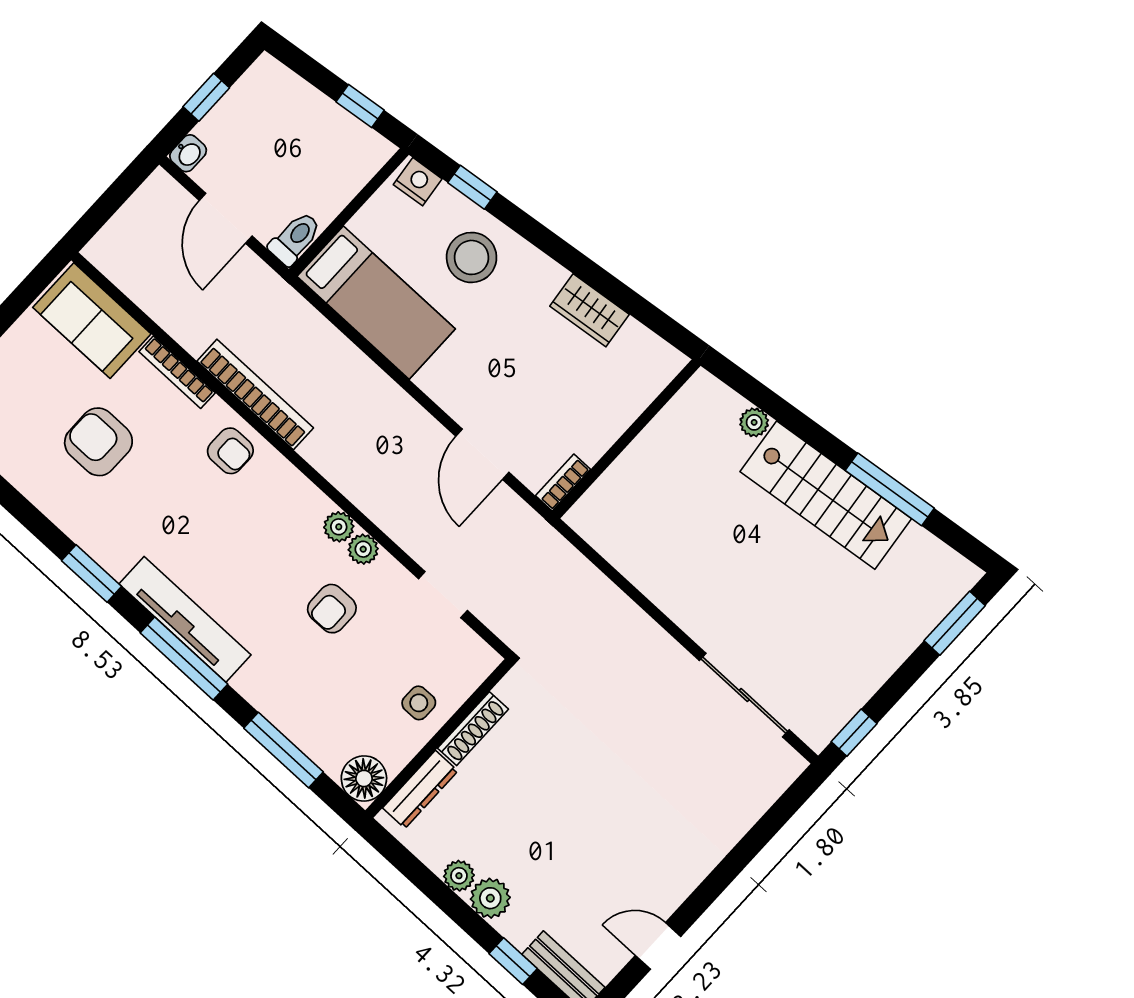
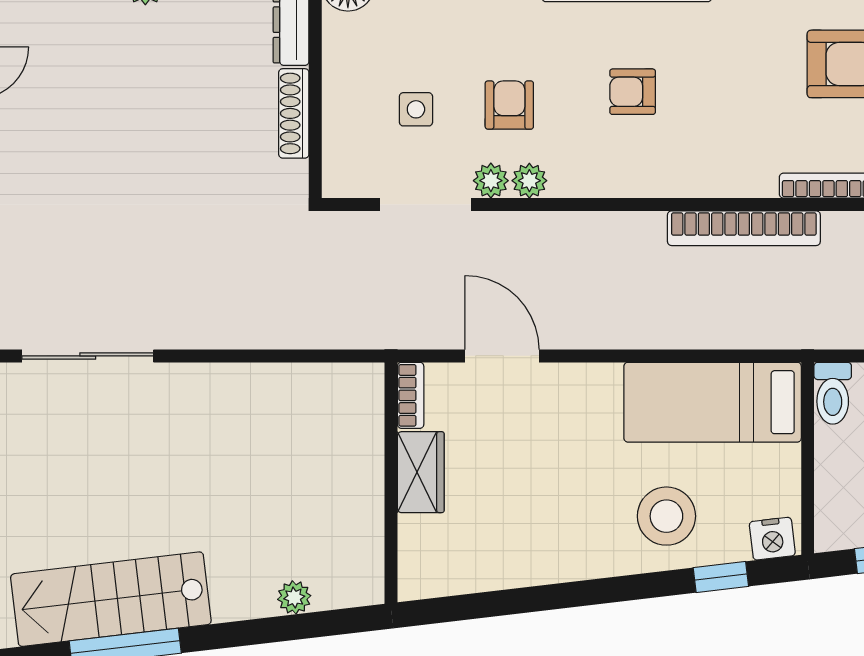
wardrobe: (590, 310) -> (421, 472), moved, turned 97
armchair: (230, 451) -> (633, 92), moved
stairs: (826, 495) -> (111, 599), moved
plant: (339, 527) -> (491, 181), moved
doorway: (443, 595) -> (425, 205), width x1.38
side table: (419, 703) -> (416, 109), moved

